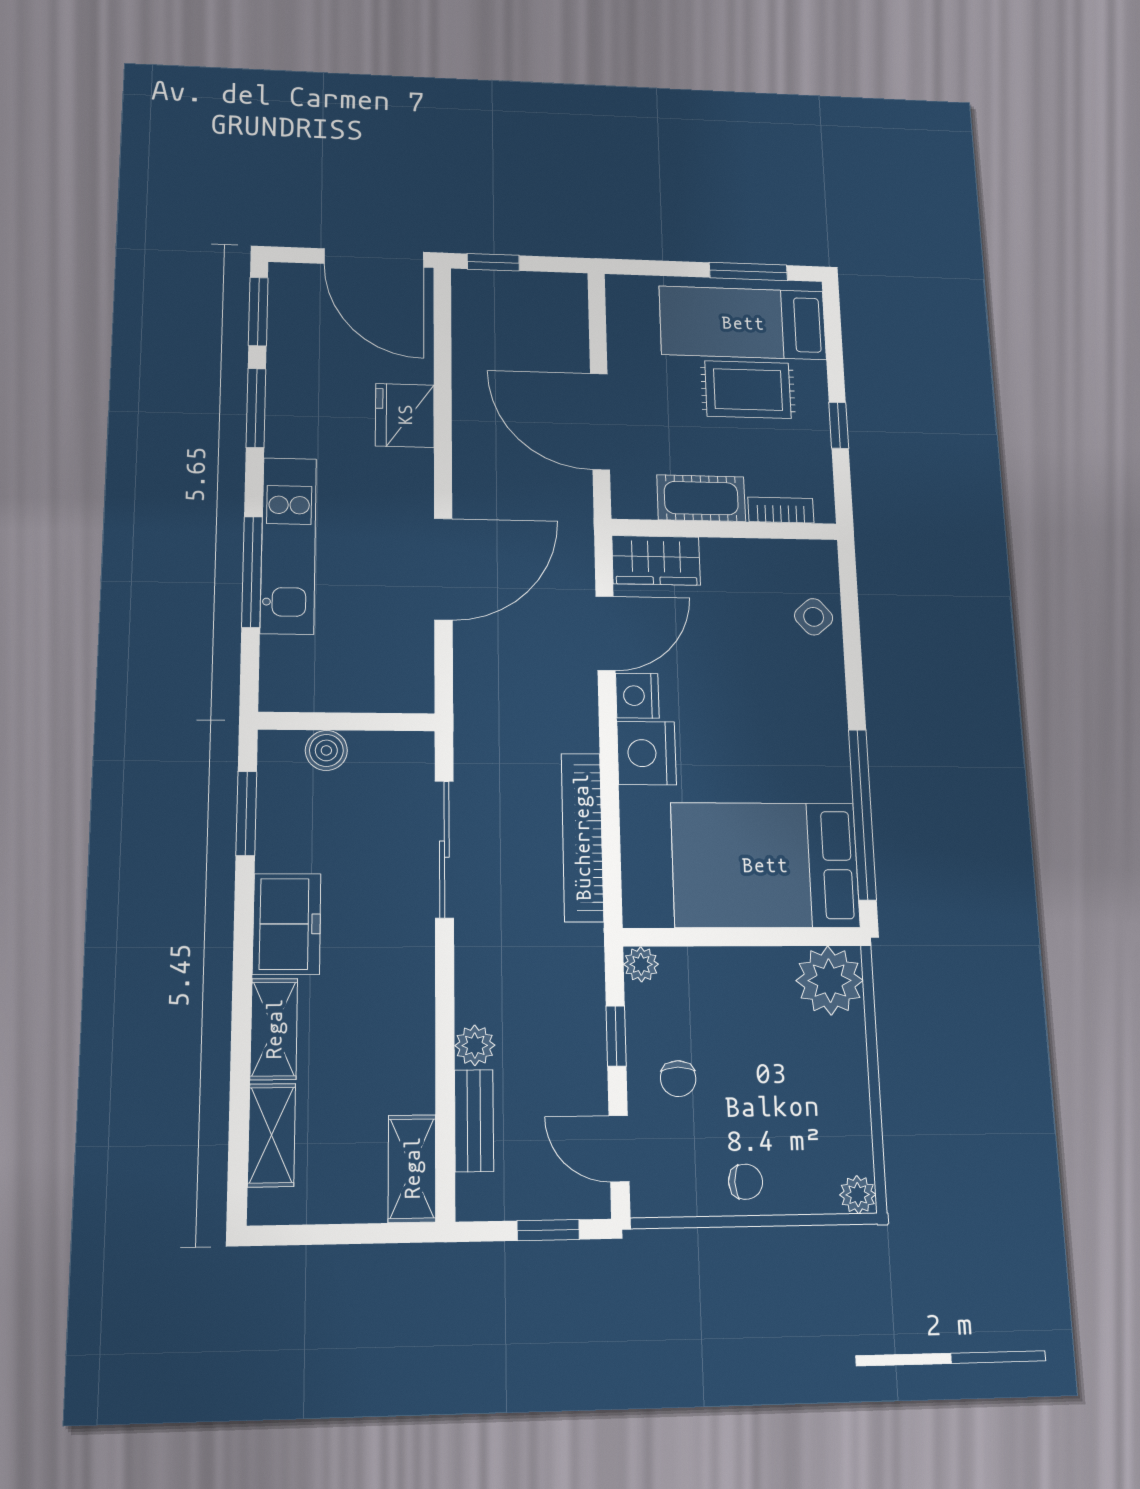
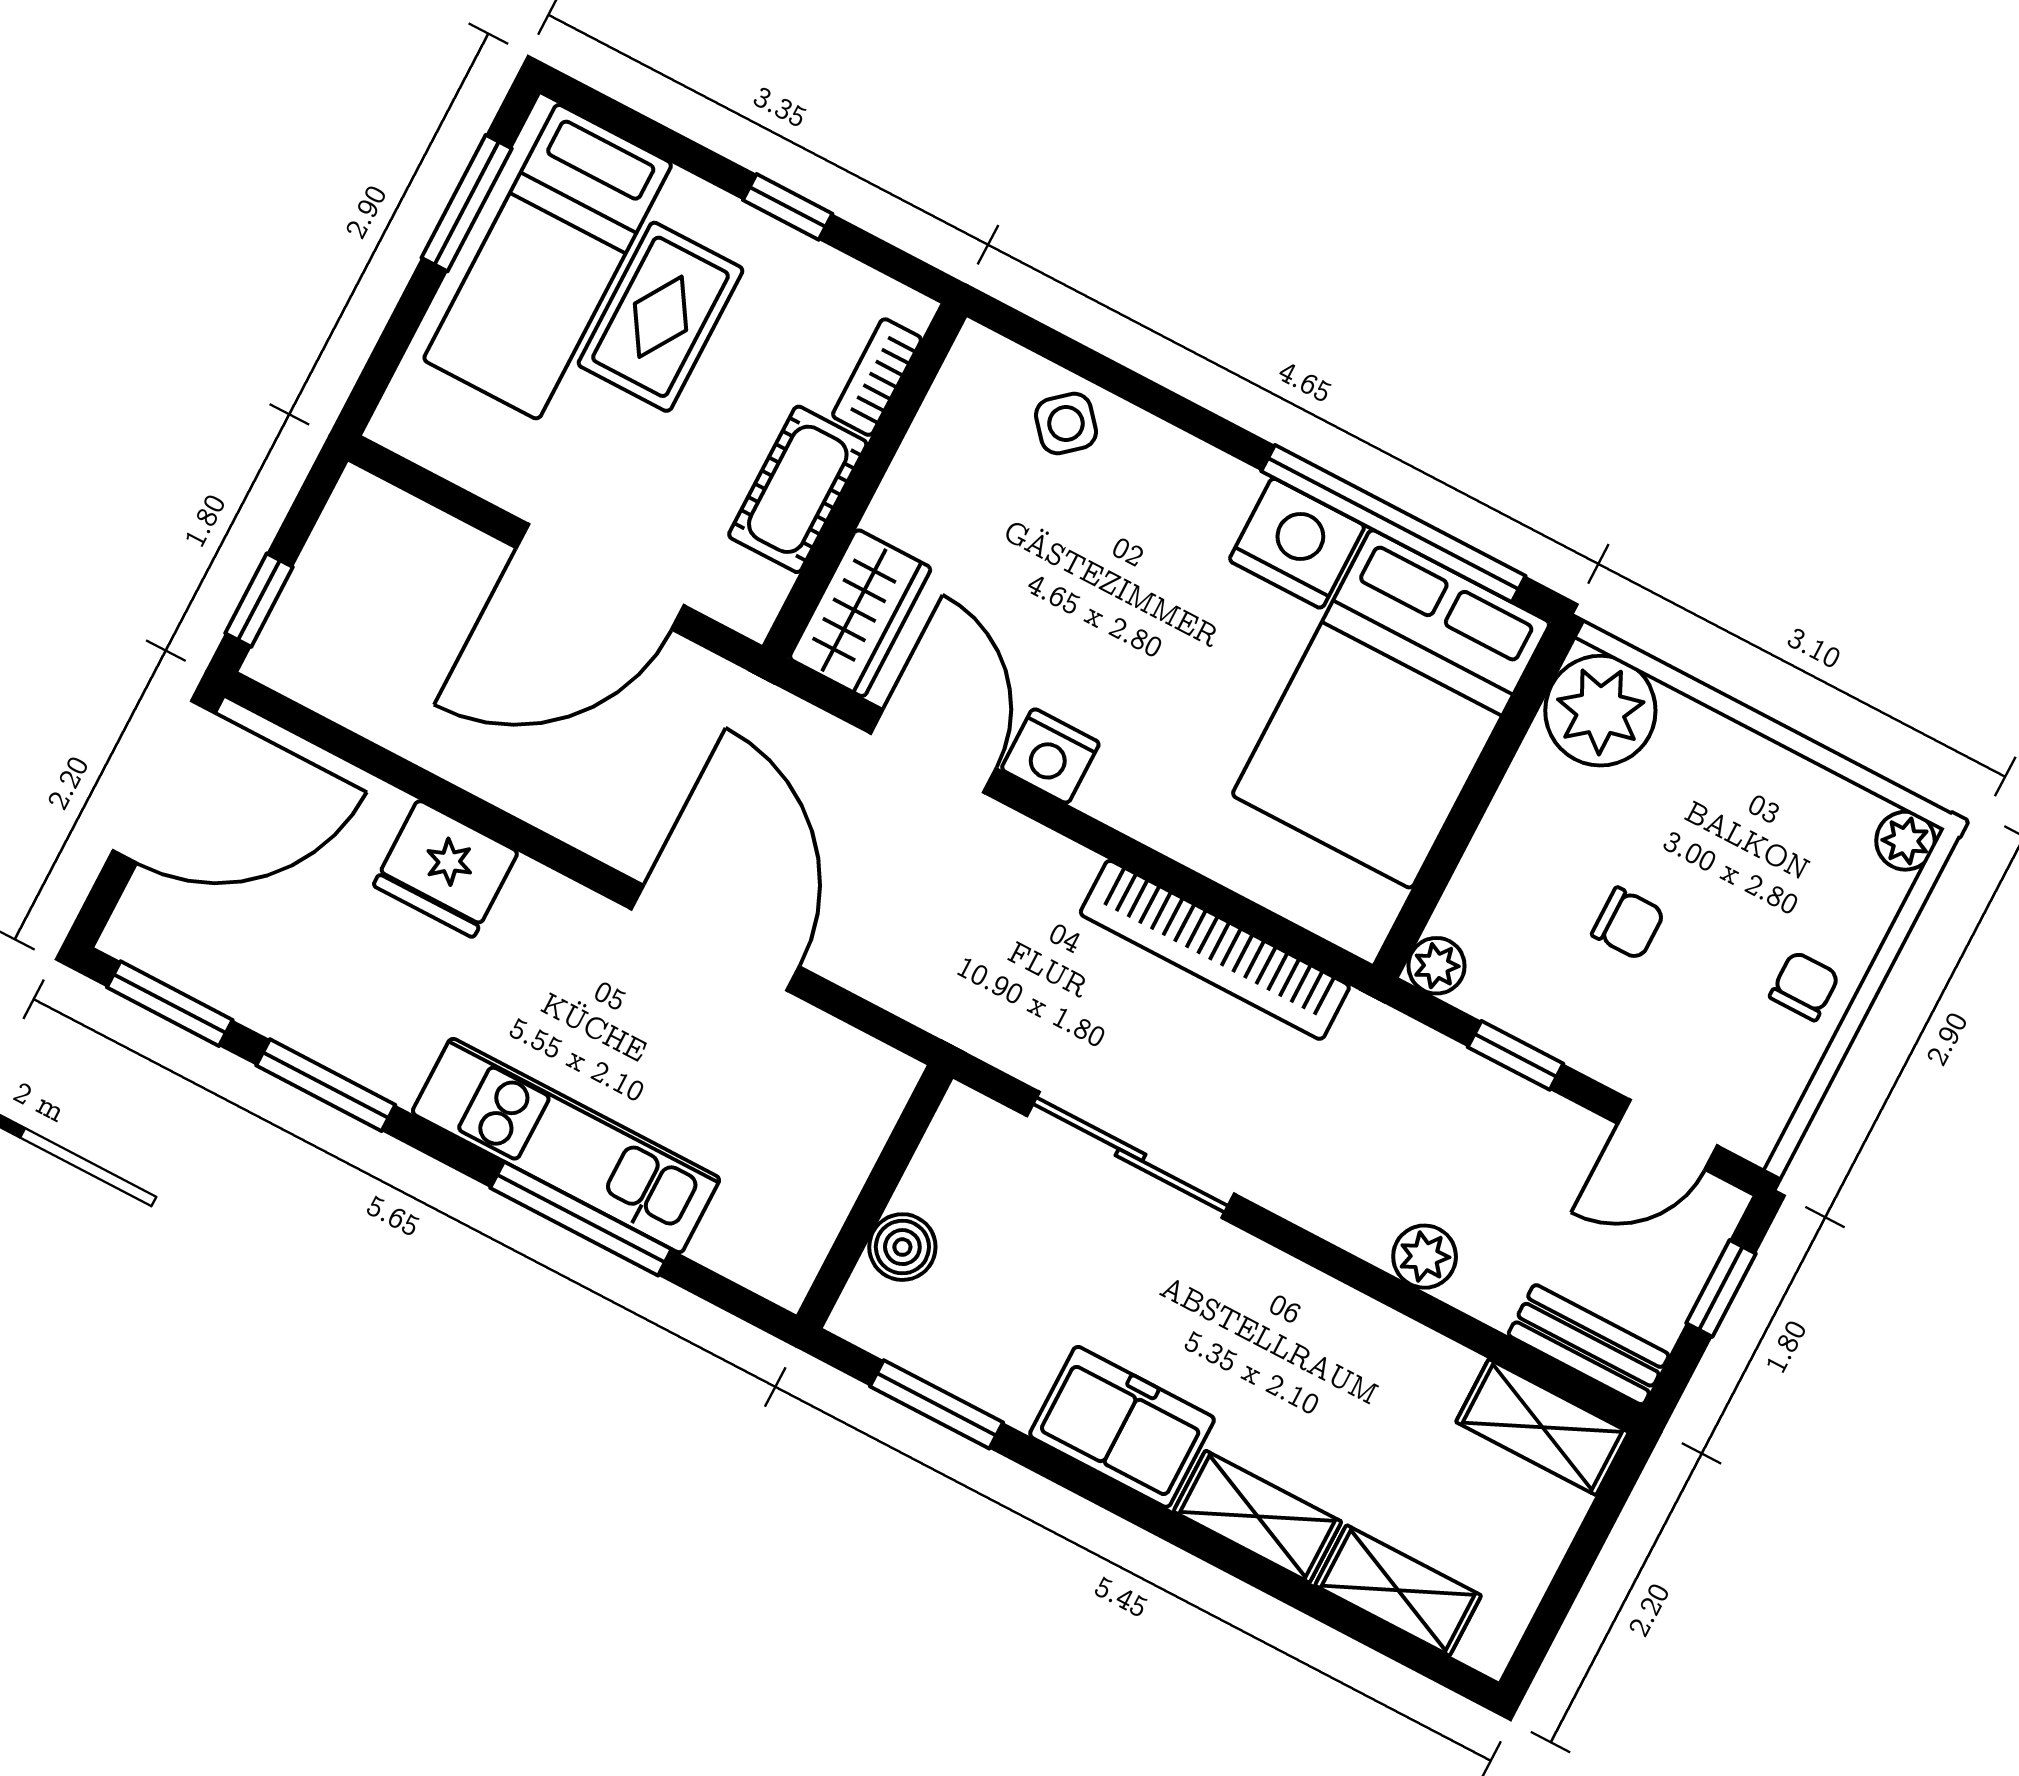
nightstand: (647, 753) -> (1297, 543), moved, turned 180
chair: (678, 1079) -> (1628, 923), moved
bench: (474, 1121) -> (1589, 1345), moved

